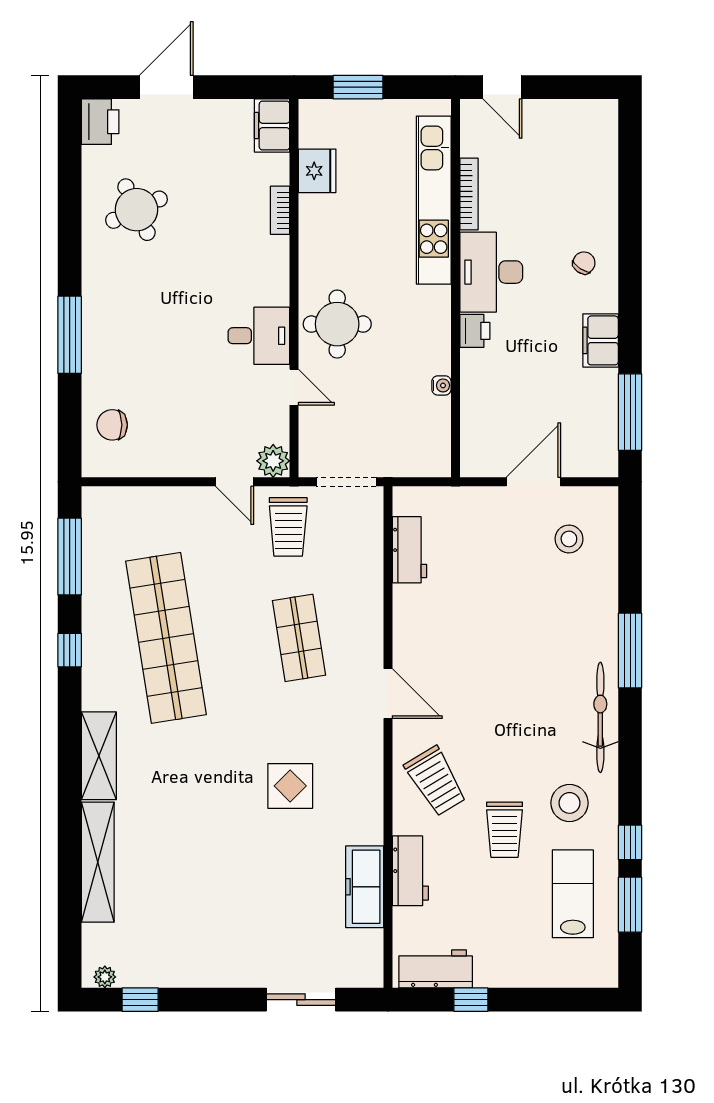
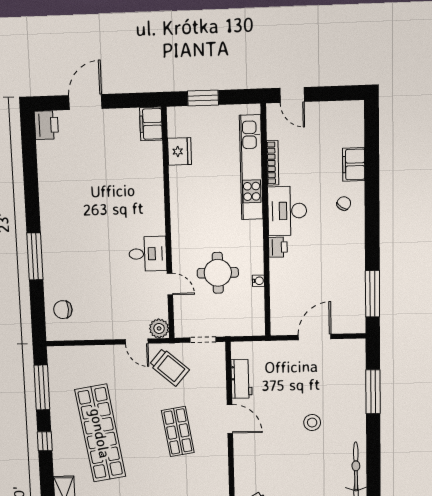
round table: (137, 210) -> (71, 179), removed
bookcase: (280, 210) -> (158, 177), removed
round table: (337, 324) -> (218, 273), moved
filing cabinet: (601, 340) -> (354, 164), moved
doorway: (346, 482) -> (203, 340), width x0.73
trolley: (288, 527) -> (169, 367), turned -49
stool: (569, 539) -> (312, 423), moved
window: (630, 651) -> (373, 392), moved
door: (388, 693) -> (230, 419), moved

